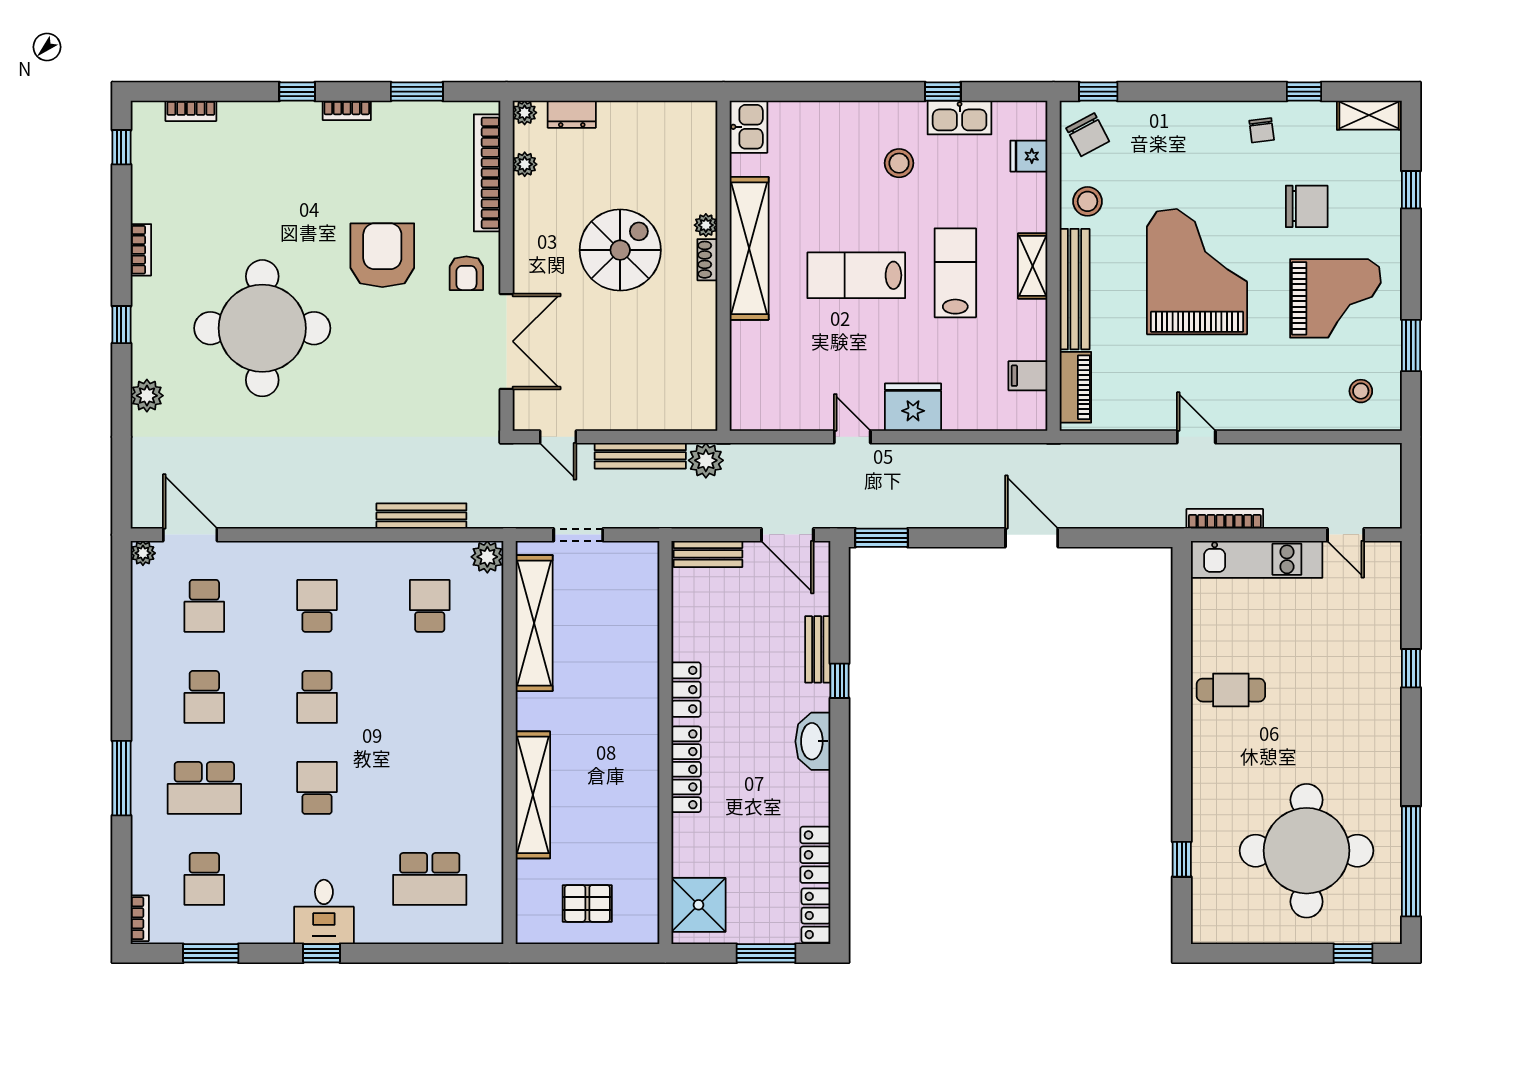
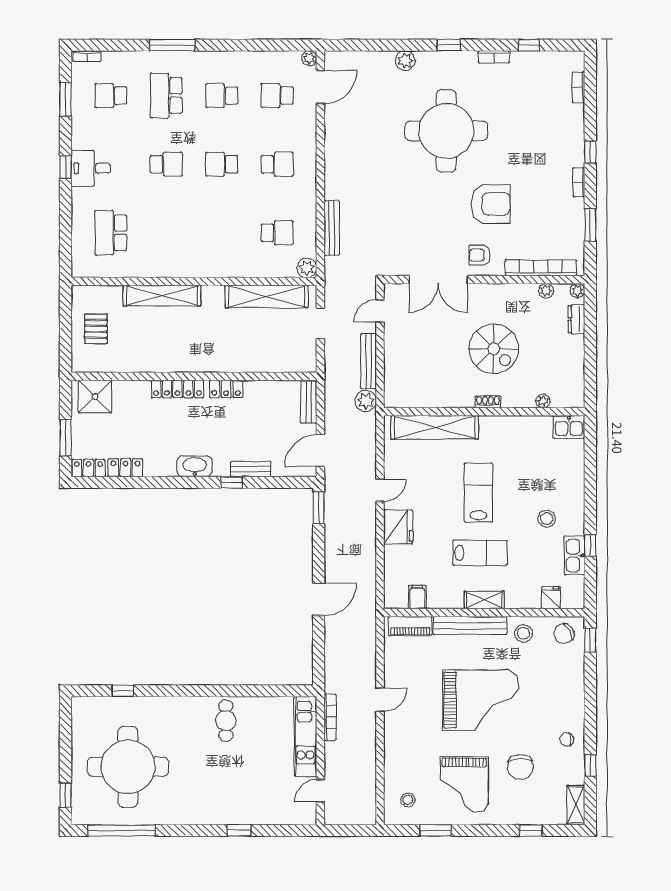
window: (121, 147) -> (529, 45), moved
plant: (706, 225) -> (543, 401), moved
shelving: (749, 248) -> (435, 427), moved

